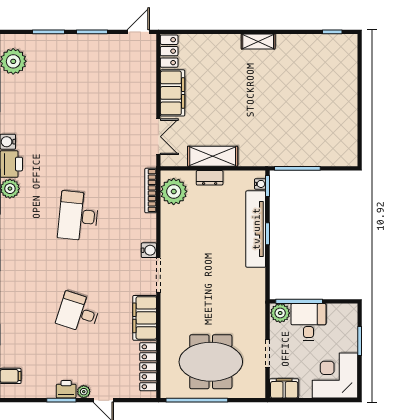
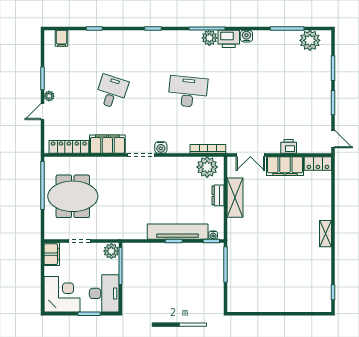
desk: (308, 322) -> (104, 293), moved, width x1.37
meeting table: (211, 362) -> (73, 196), turned 90
printer: (66, 389) -> (289, 146), moved, turned -90

